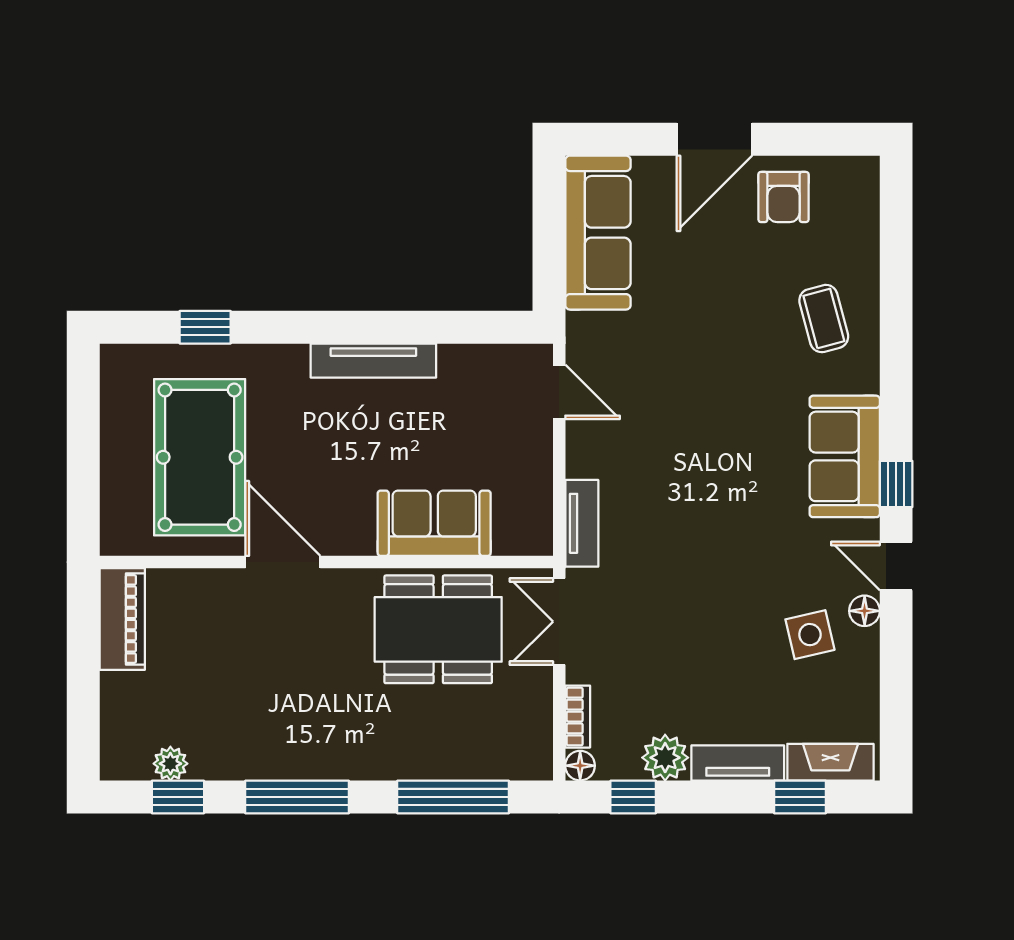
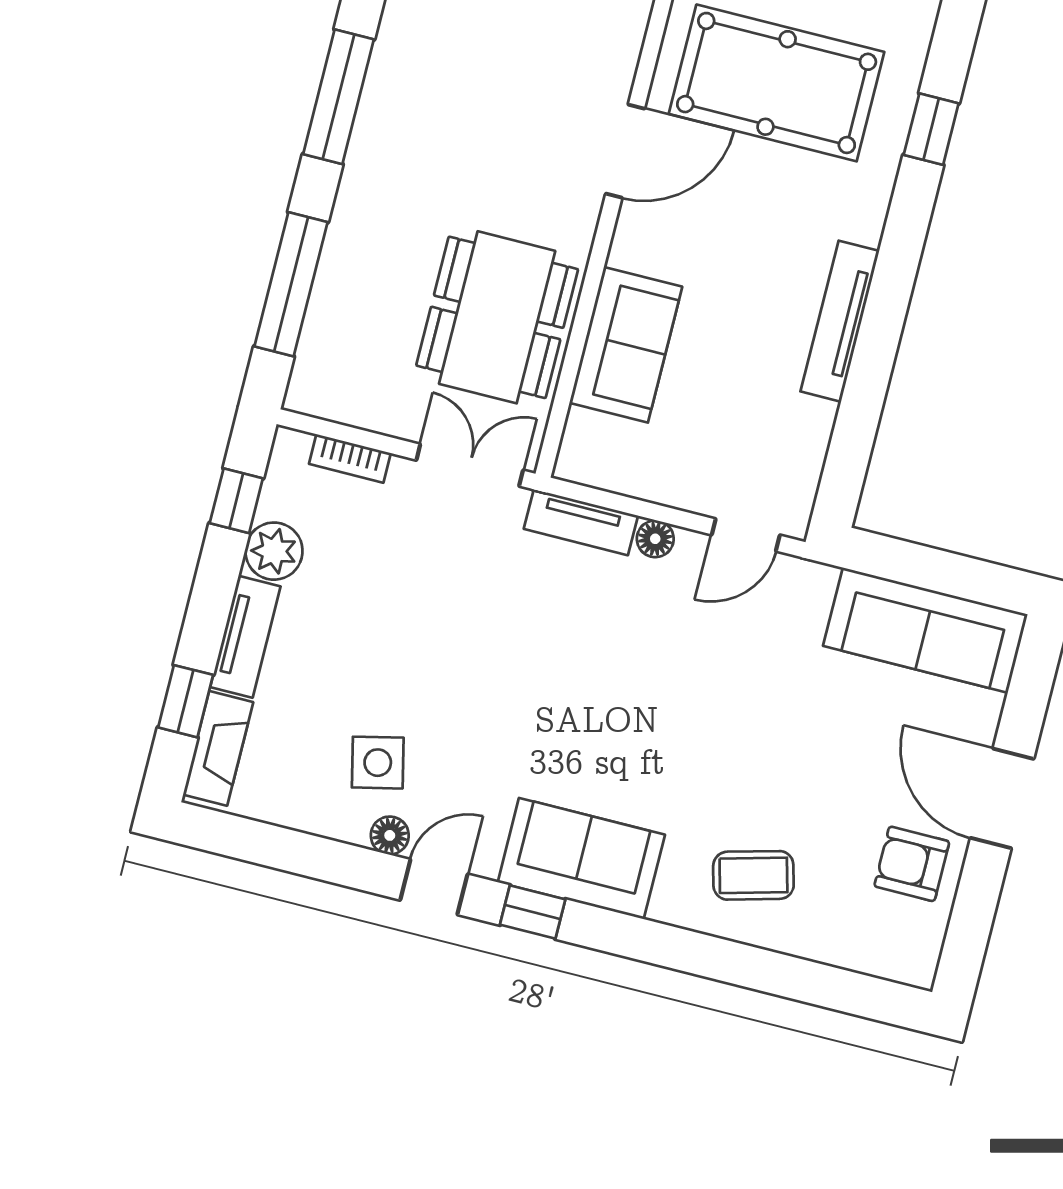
floor lamp: (580, 766) -> (655, 539), moved

